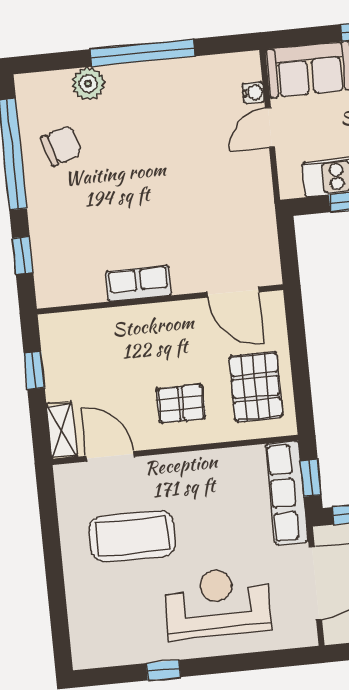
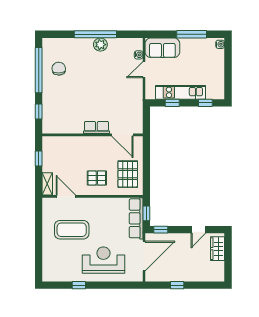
plant: (88, 84) -> (100, 45), moved
chair: (61, 146) -> (59, 69), turned -76
row of seats: (138, 283) -> (96, 127), moved

